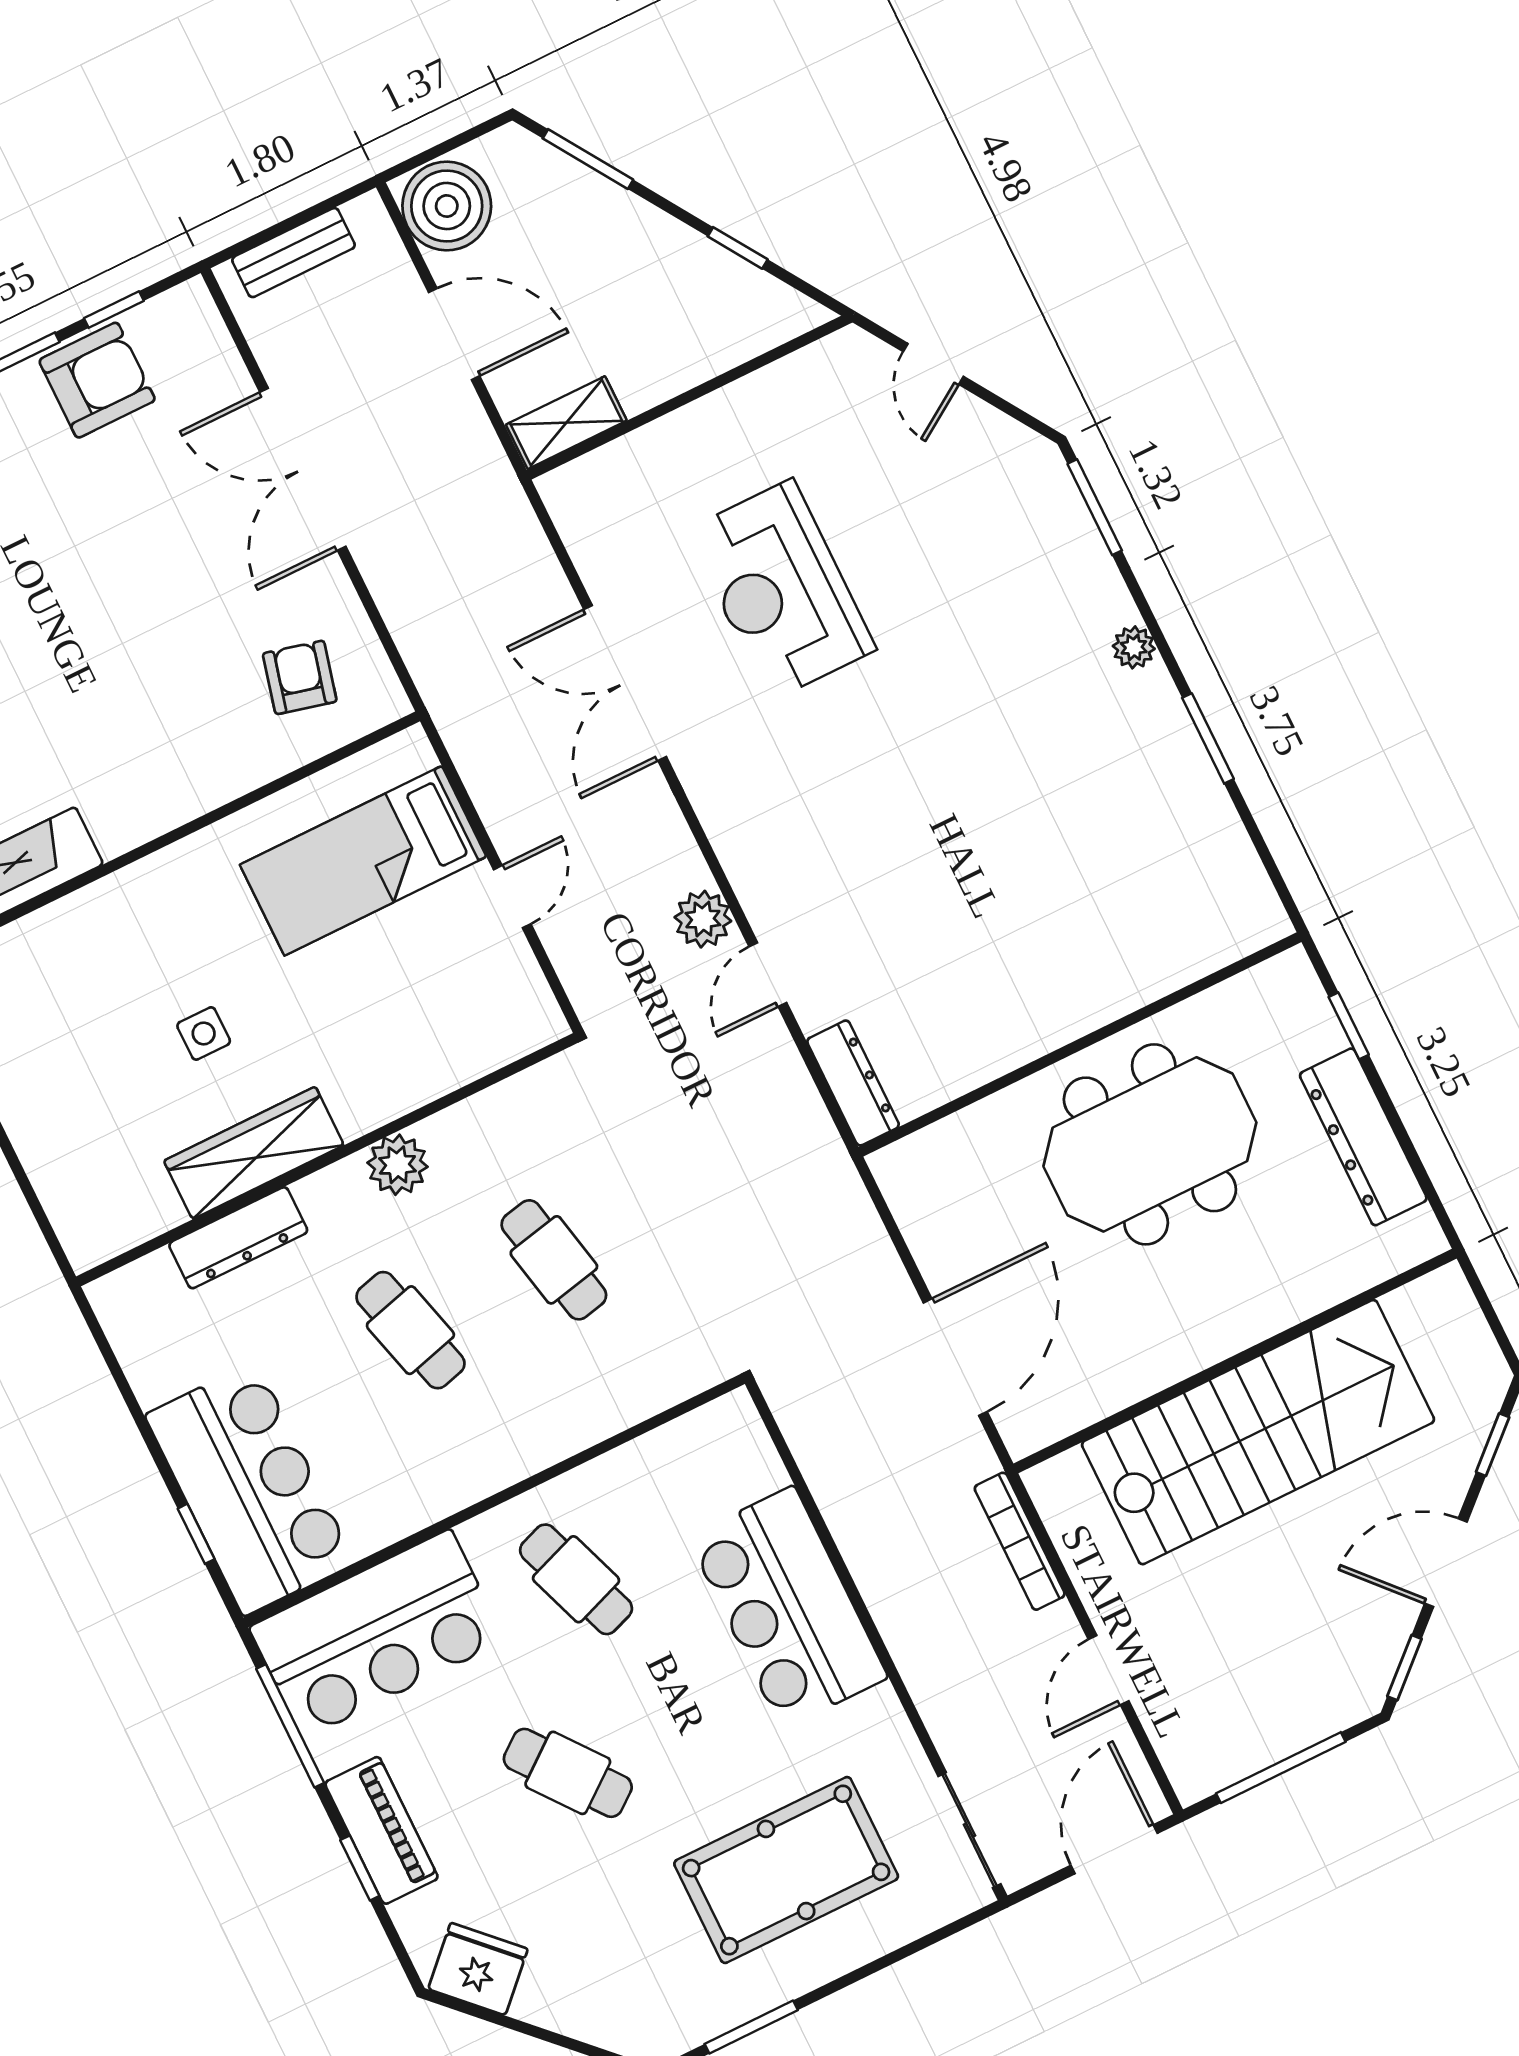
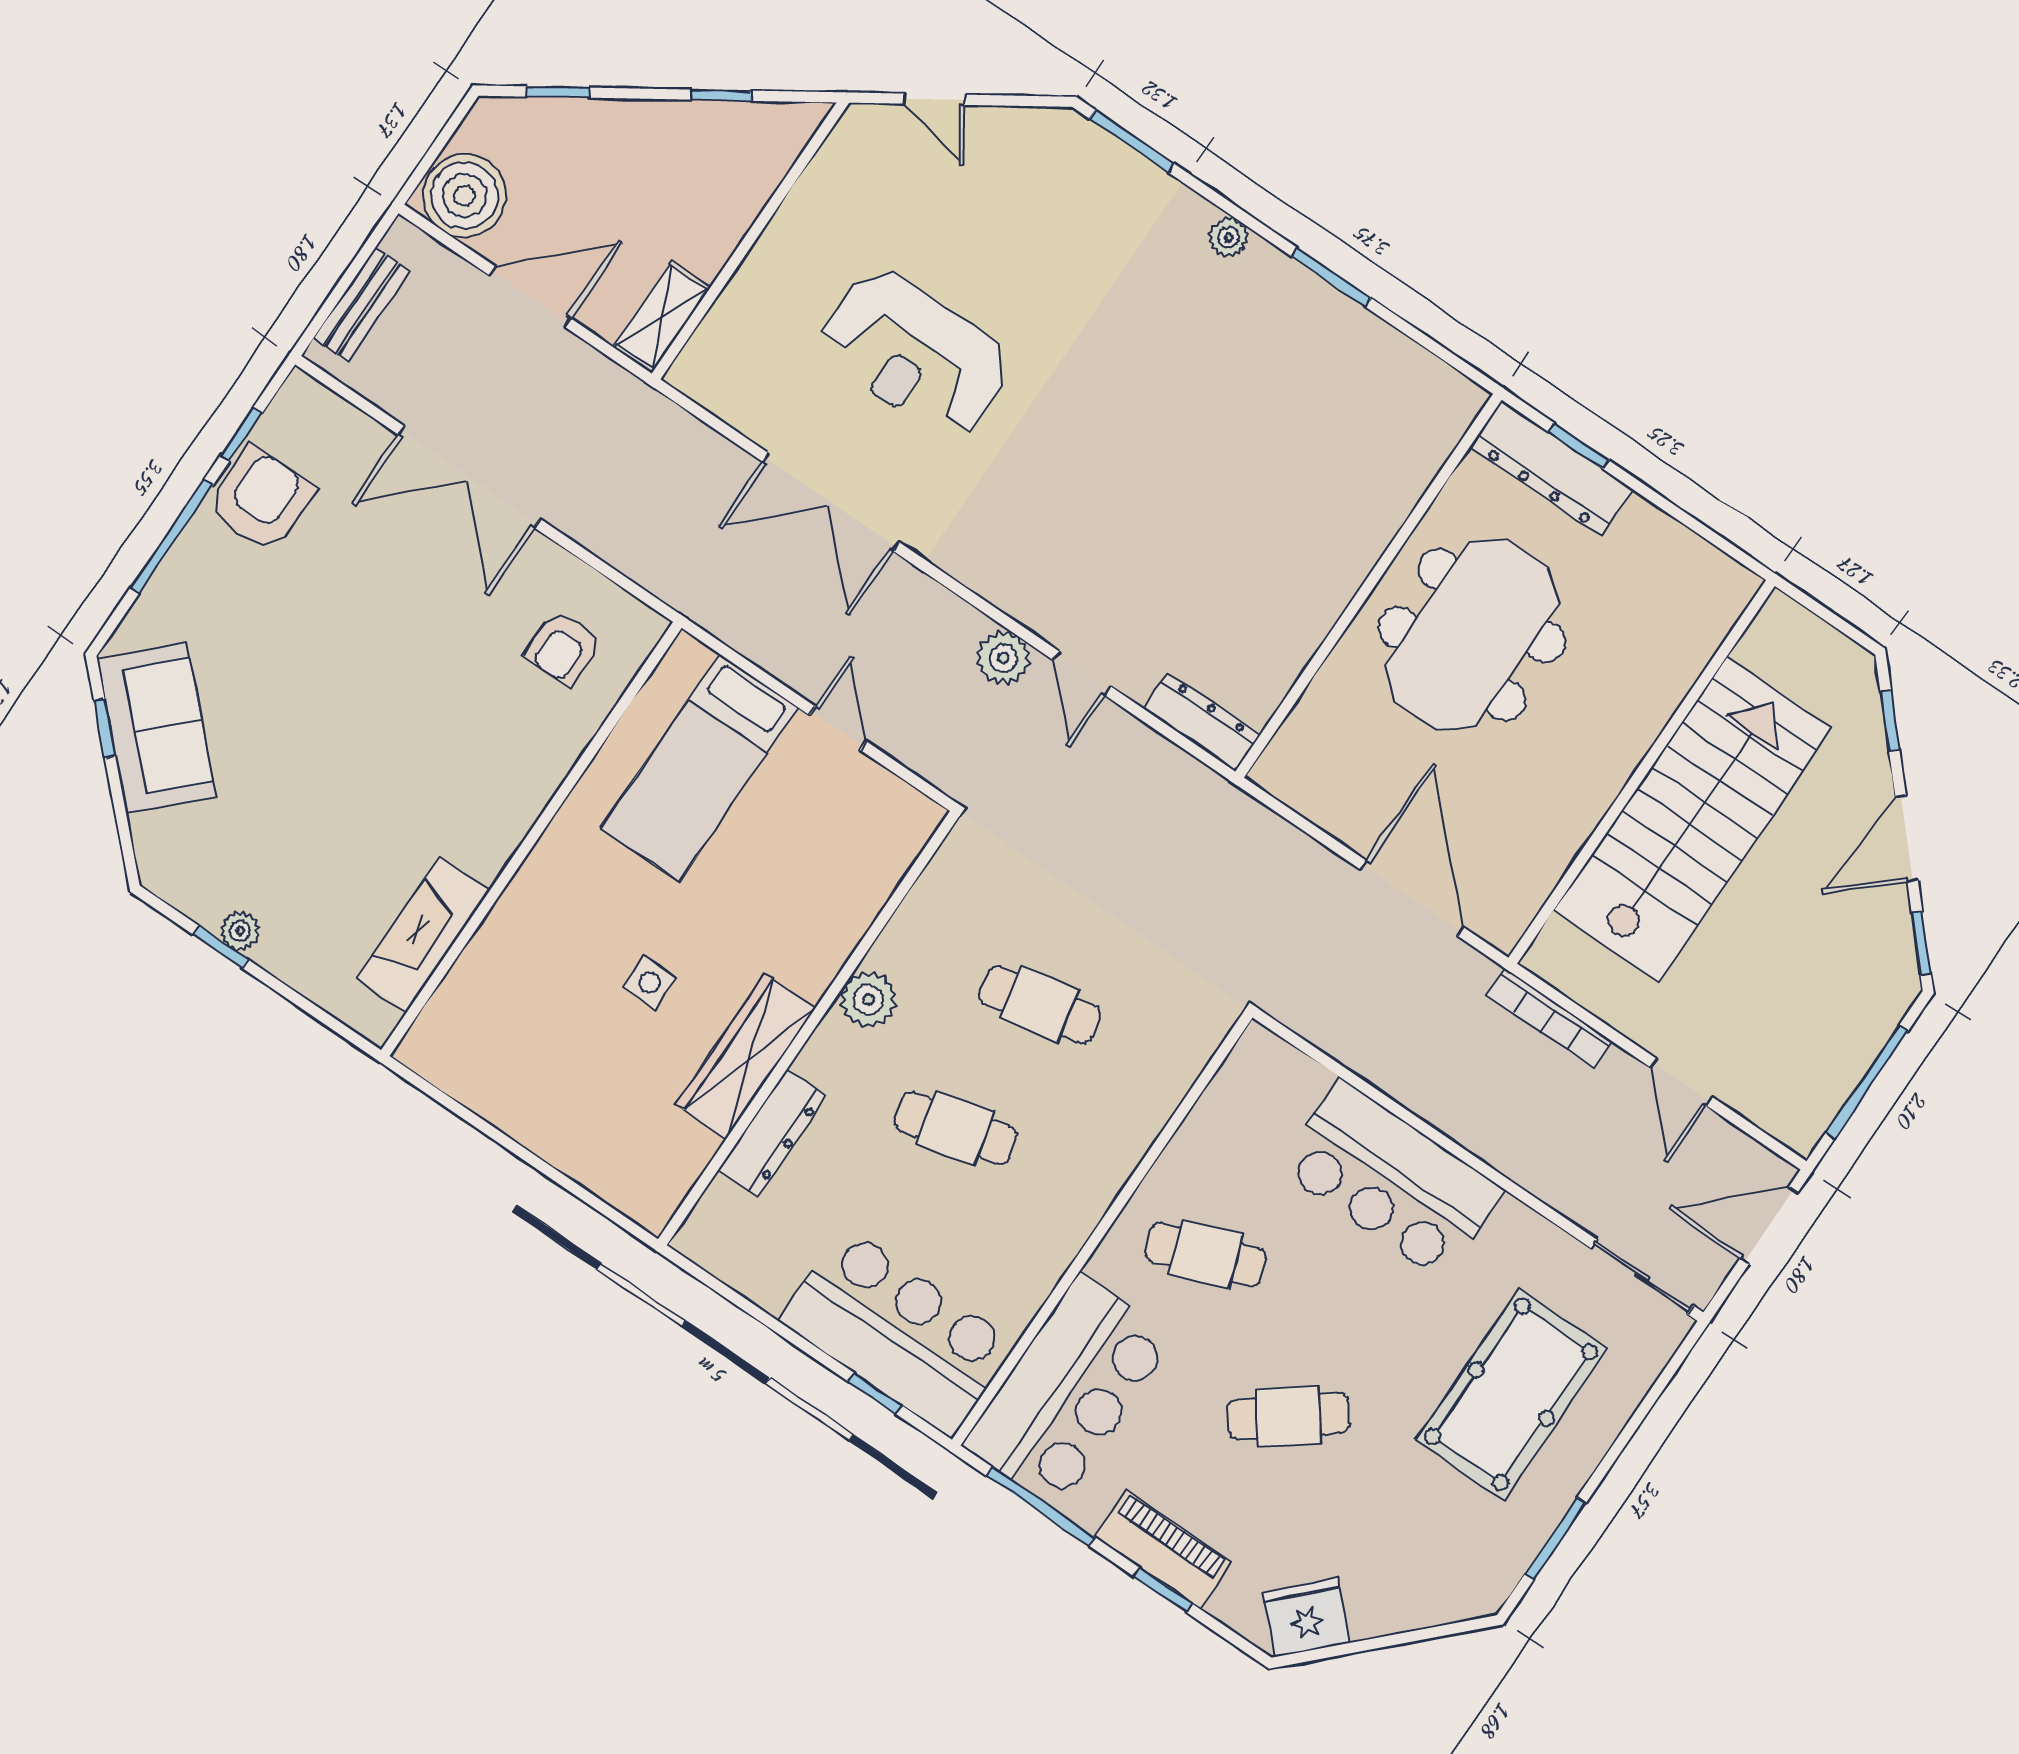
window: (588, 159) -> (558, 92), width x0.67
armchair: (300, 677) -> (563, 648), turned -104
dresser: (1363, 1137) -> (1552, 468), moved
door: (1114, 1849) -> (1769, 1226), hinge flipped

